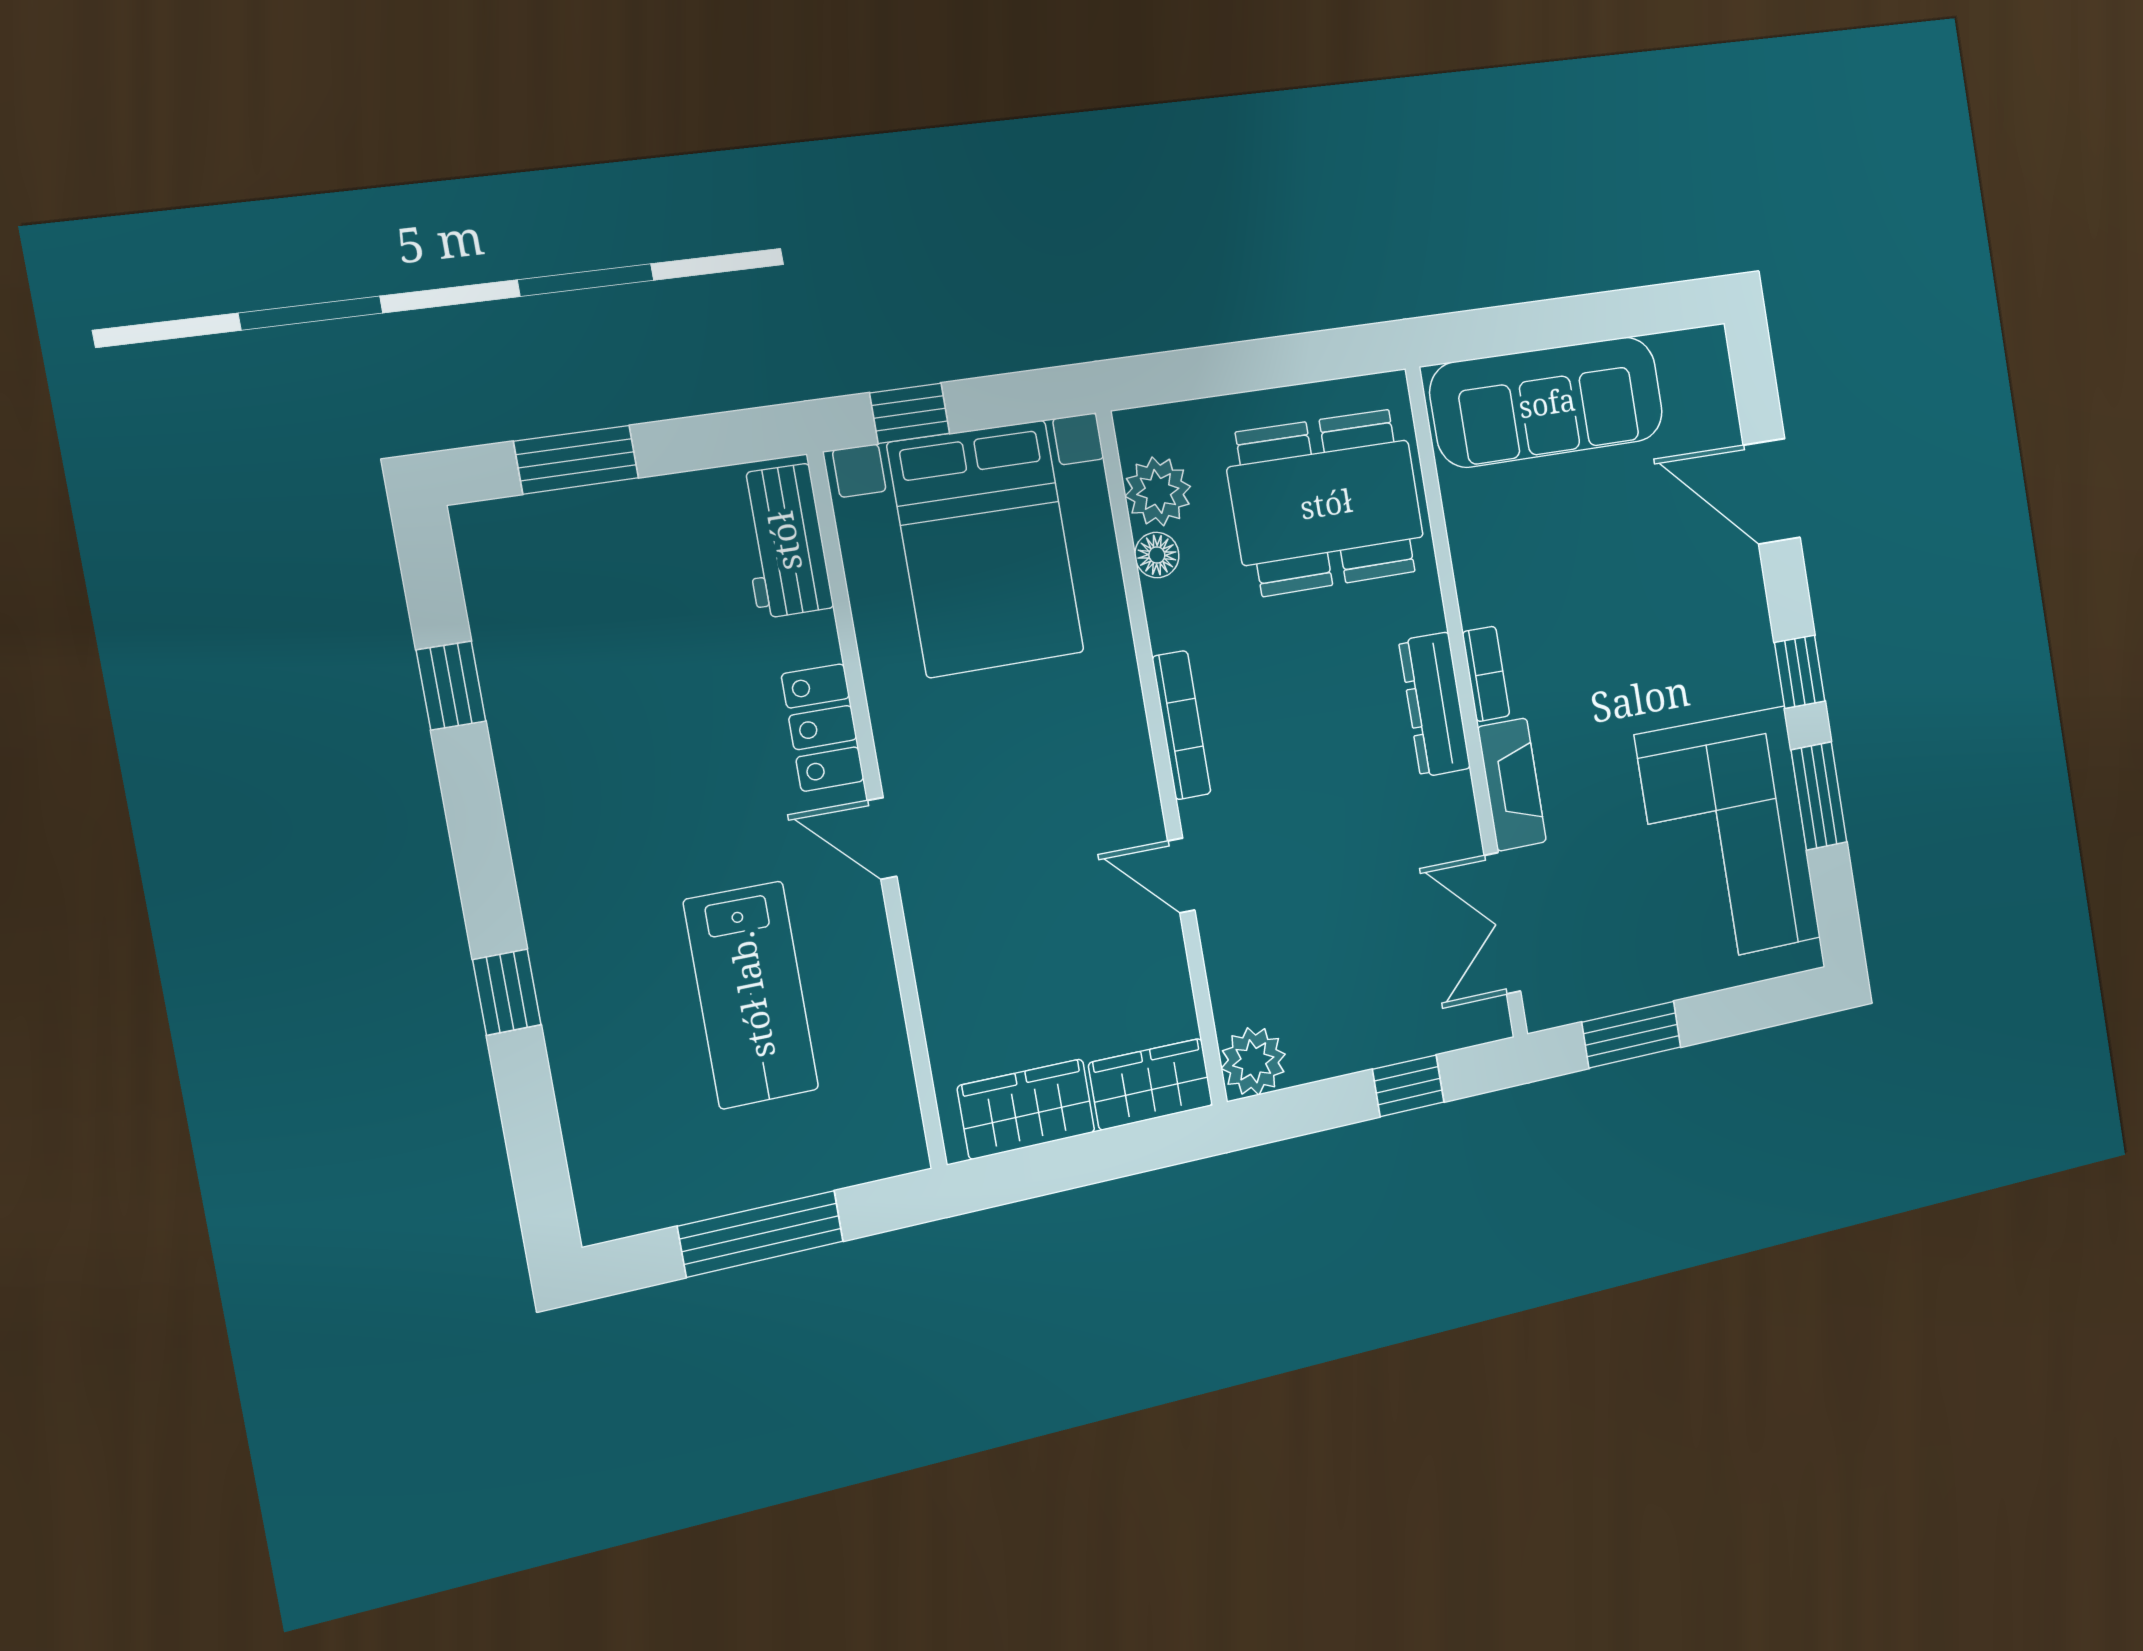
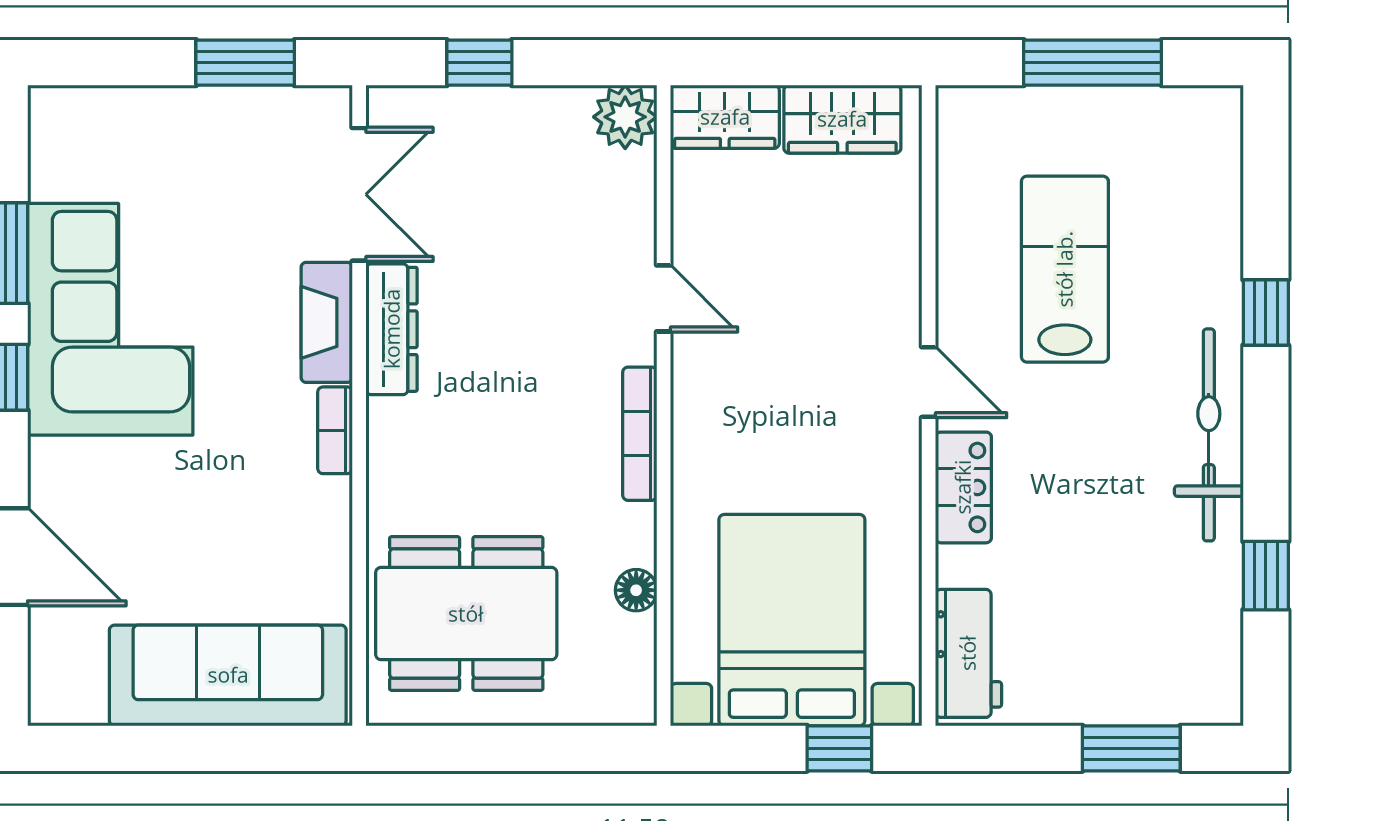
plant: (1158, 491) -> (625, 647), removed
dresser: (1435, 705) -> (392, 329), moved
corner sofa: (1728, 837) -> (110, 319), moved
bicycle: (549, 838) -> (1209, 435), added

